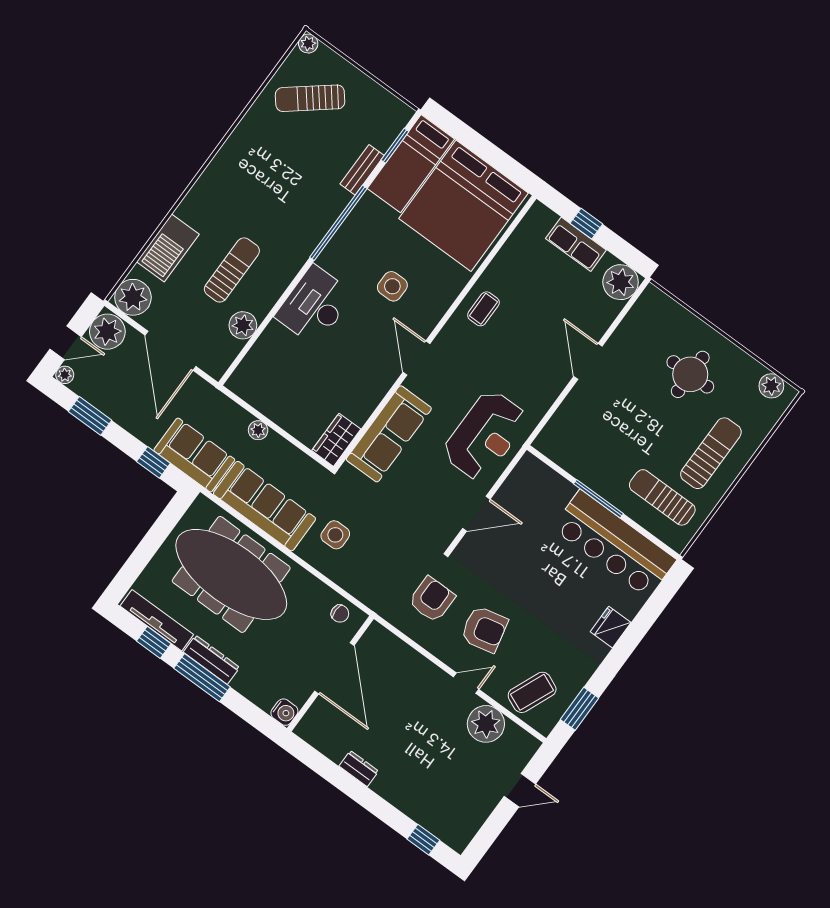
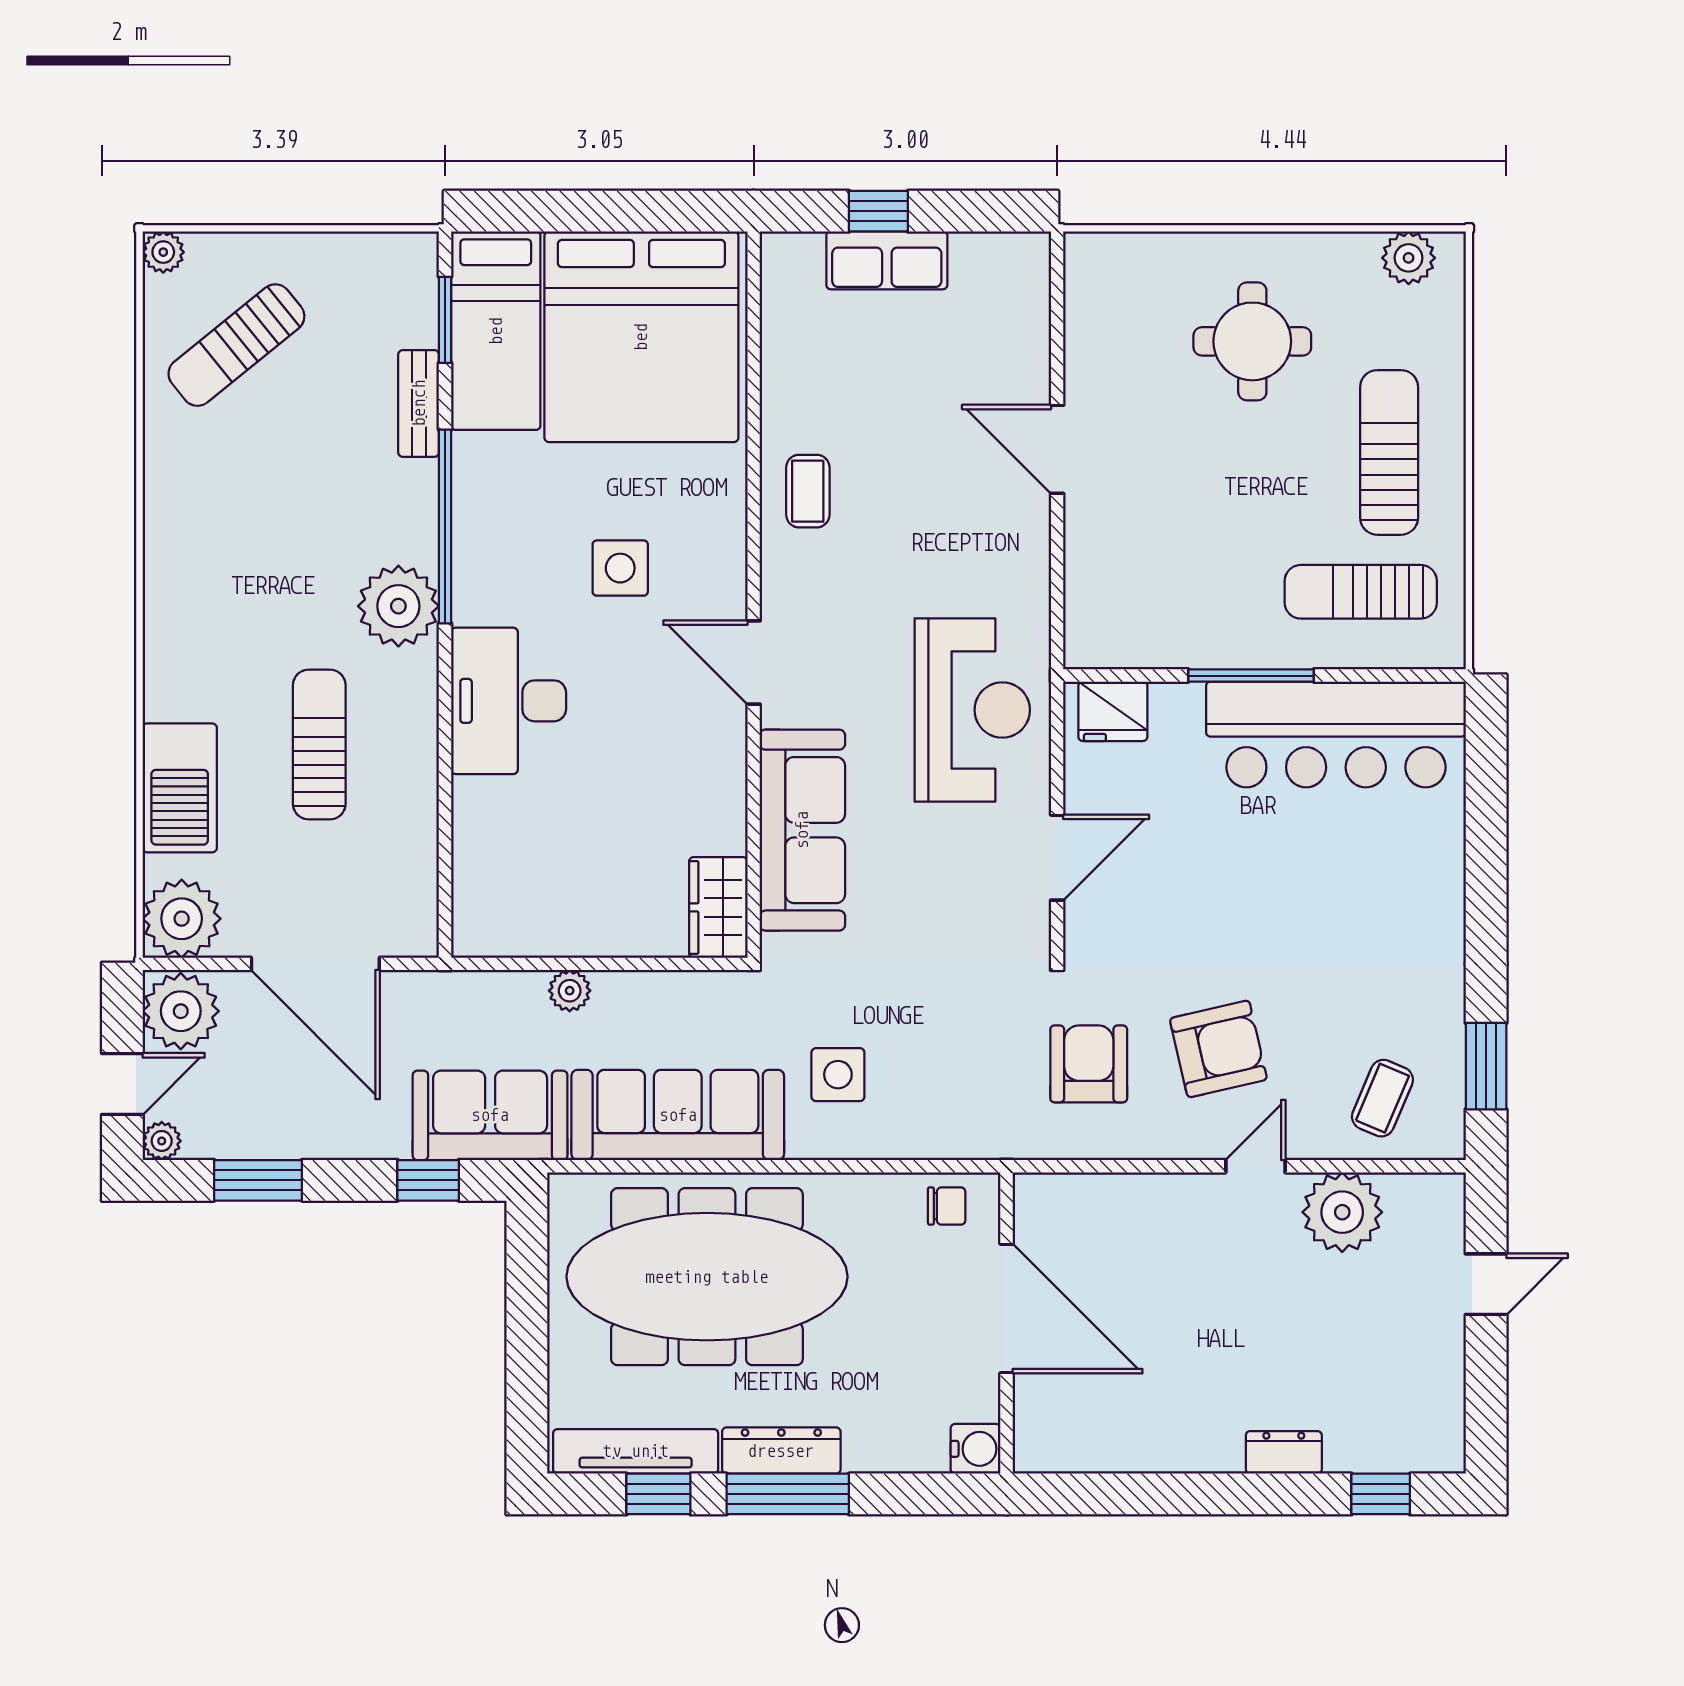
plant: (621, 282) -> (1013, 269), removed
plant: (243, 325) -> (398, 606), moved, width x1.36, depth x1.36
fridge: (611, 627) -> (1113, 711), moved, turned -90
coffee table: (532, 692) -> (1382, 1098), width x0.73, depth x0.77
dresser: (359, 769) -> (1284, 1452), moved

